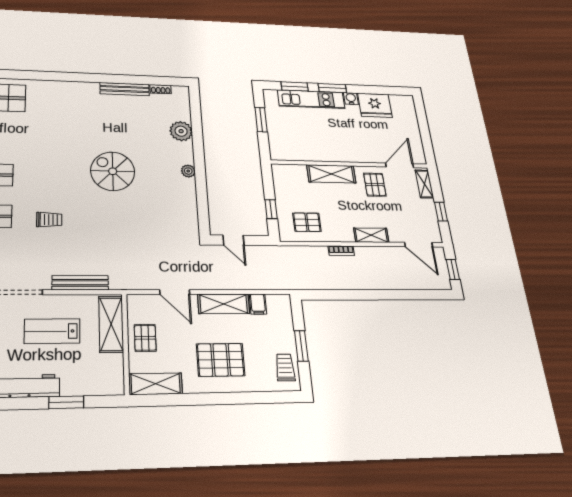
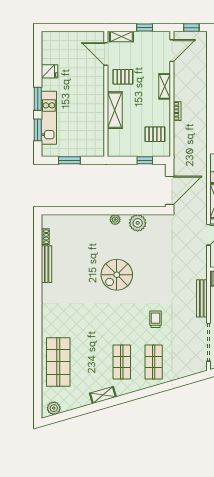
water cooler: (351, 99) -> (47, 85), removed
fridge: (375, 105) -> (49, 71), width x0.53, depth x0.75
plant: (181, 131) -> (138, 223), moved
pallet: (307, 222) -> (155, 134), turned 90
door: (233, 240) -> (170, 190), width x1.88

